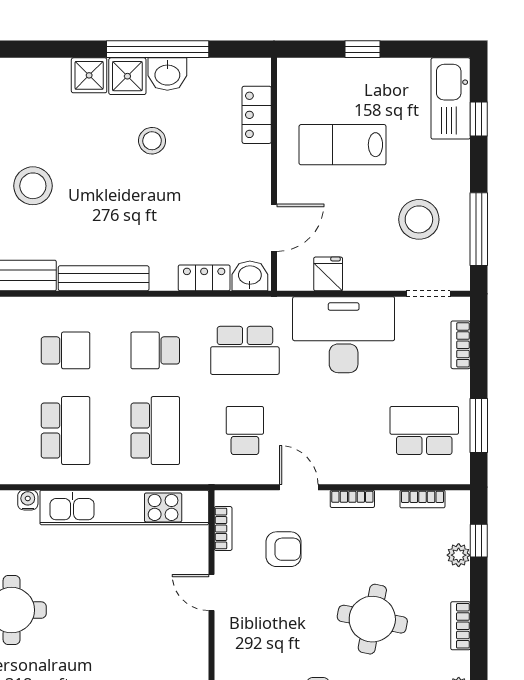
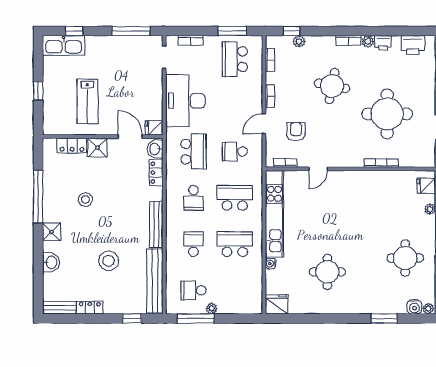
washbasin: (167, 74) -> (51, 262), moved
shower: (127, 76) -> (97, 148), moved
stool: (419, 219) -> (126, 62), removed
fridge: (328, 274) -> (154, 128), moved
bookcase: (461, 626) -> (348, 40), moved

